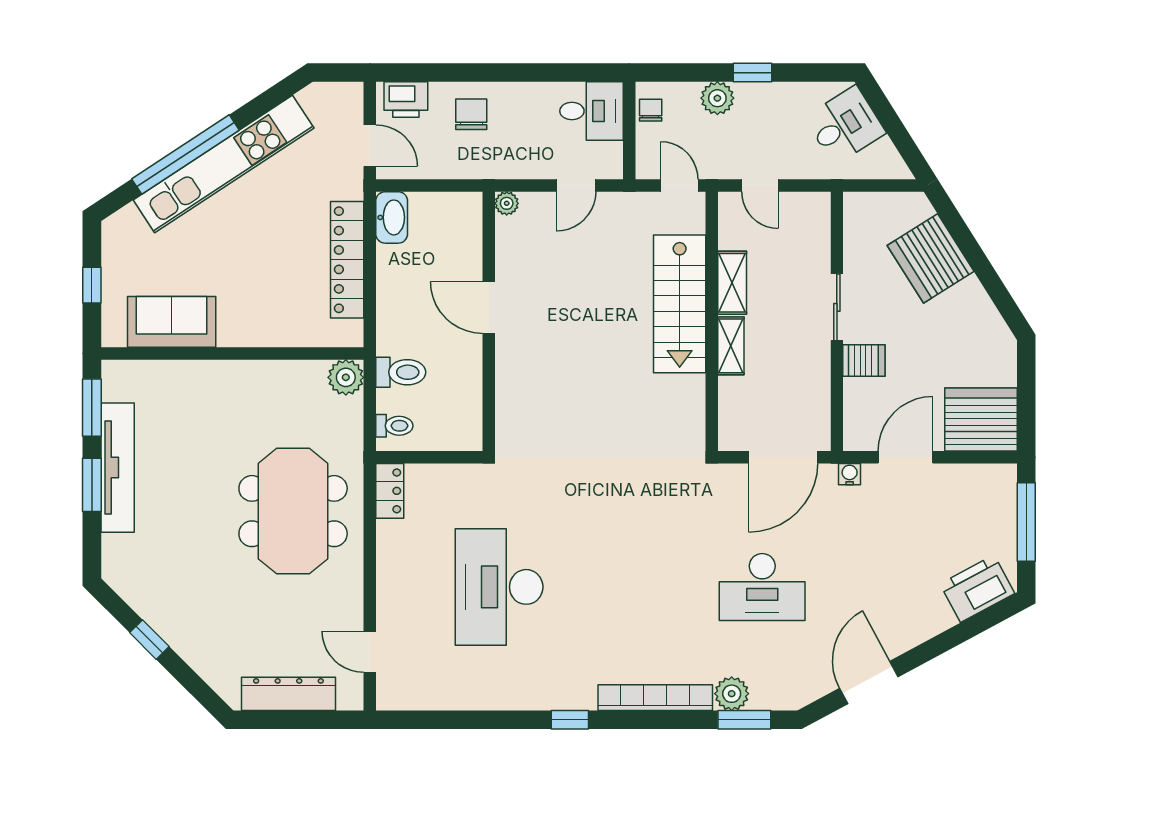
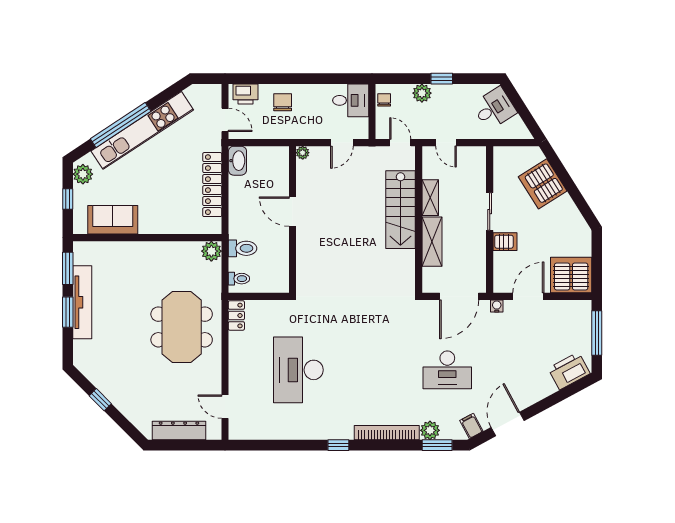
plant: (119, 241) -> (83, 174), added
shelving: (731, 346) -> (432, 242), width x1.50, depth x1.33
filing cabinet: (805, 686) -> (471, 426), added

